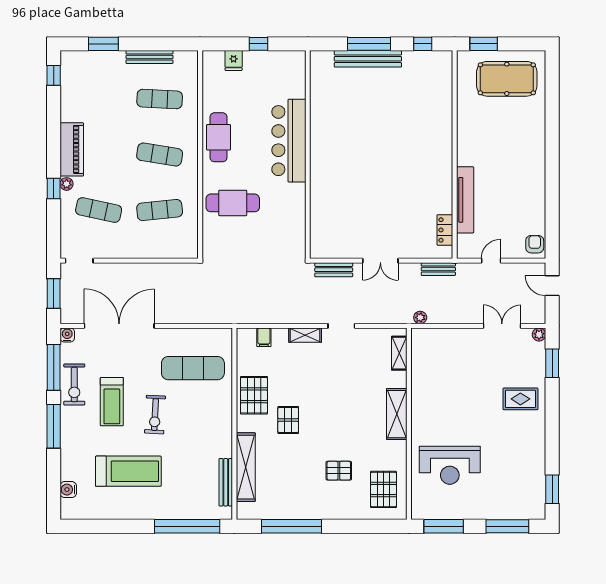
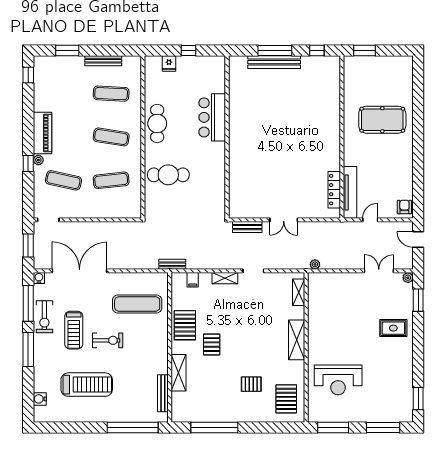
pool table: (507, 79) -> (382, 120), moved
bar counter: (289, 141) -> (212, 117), width x0.73
tv unit: (465, 200) -> (350, 192), moved
locker: (445, 230) -> (334, 190), width x1.53
bench: (438, 269) -> (172, 264), moved
exercise bike: (155, 415) -> (108, 340), turned -93
shelving: (246, 467) -> (178, 373), width x0.68

